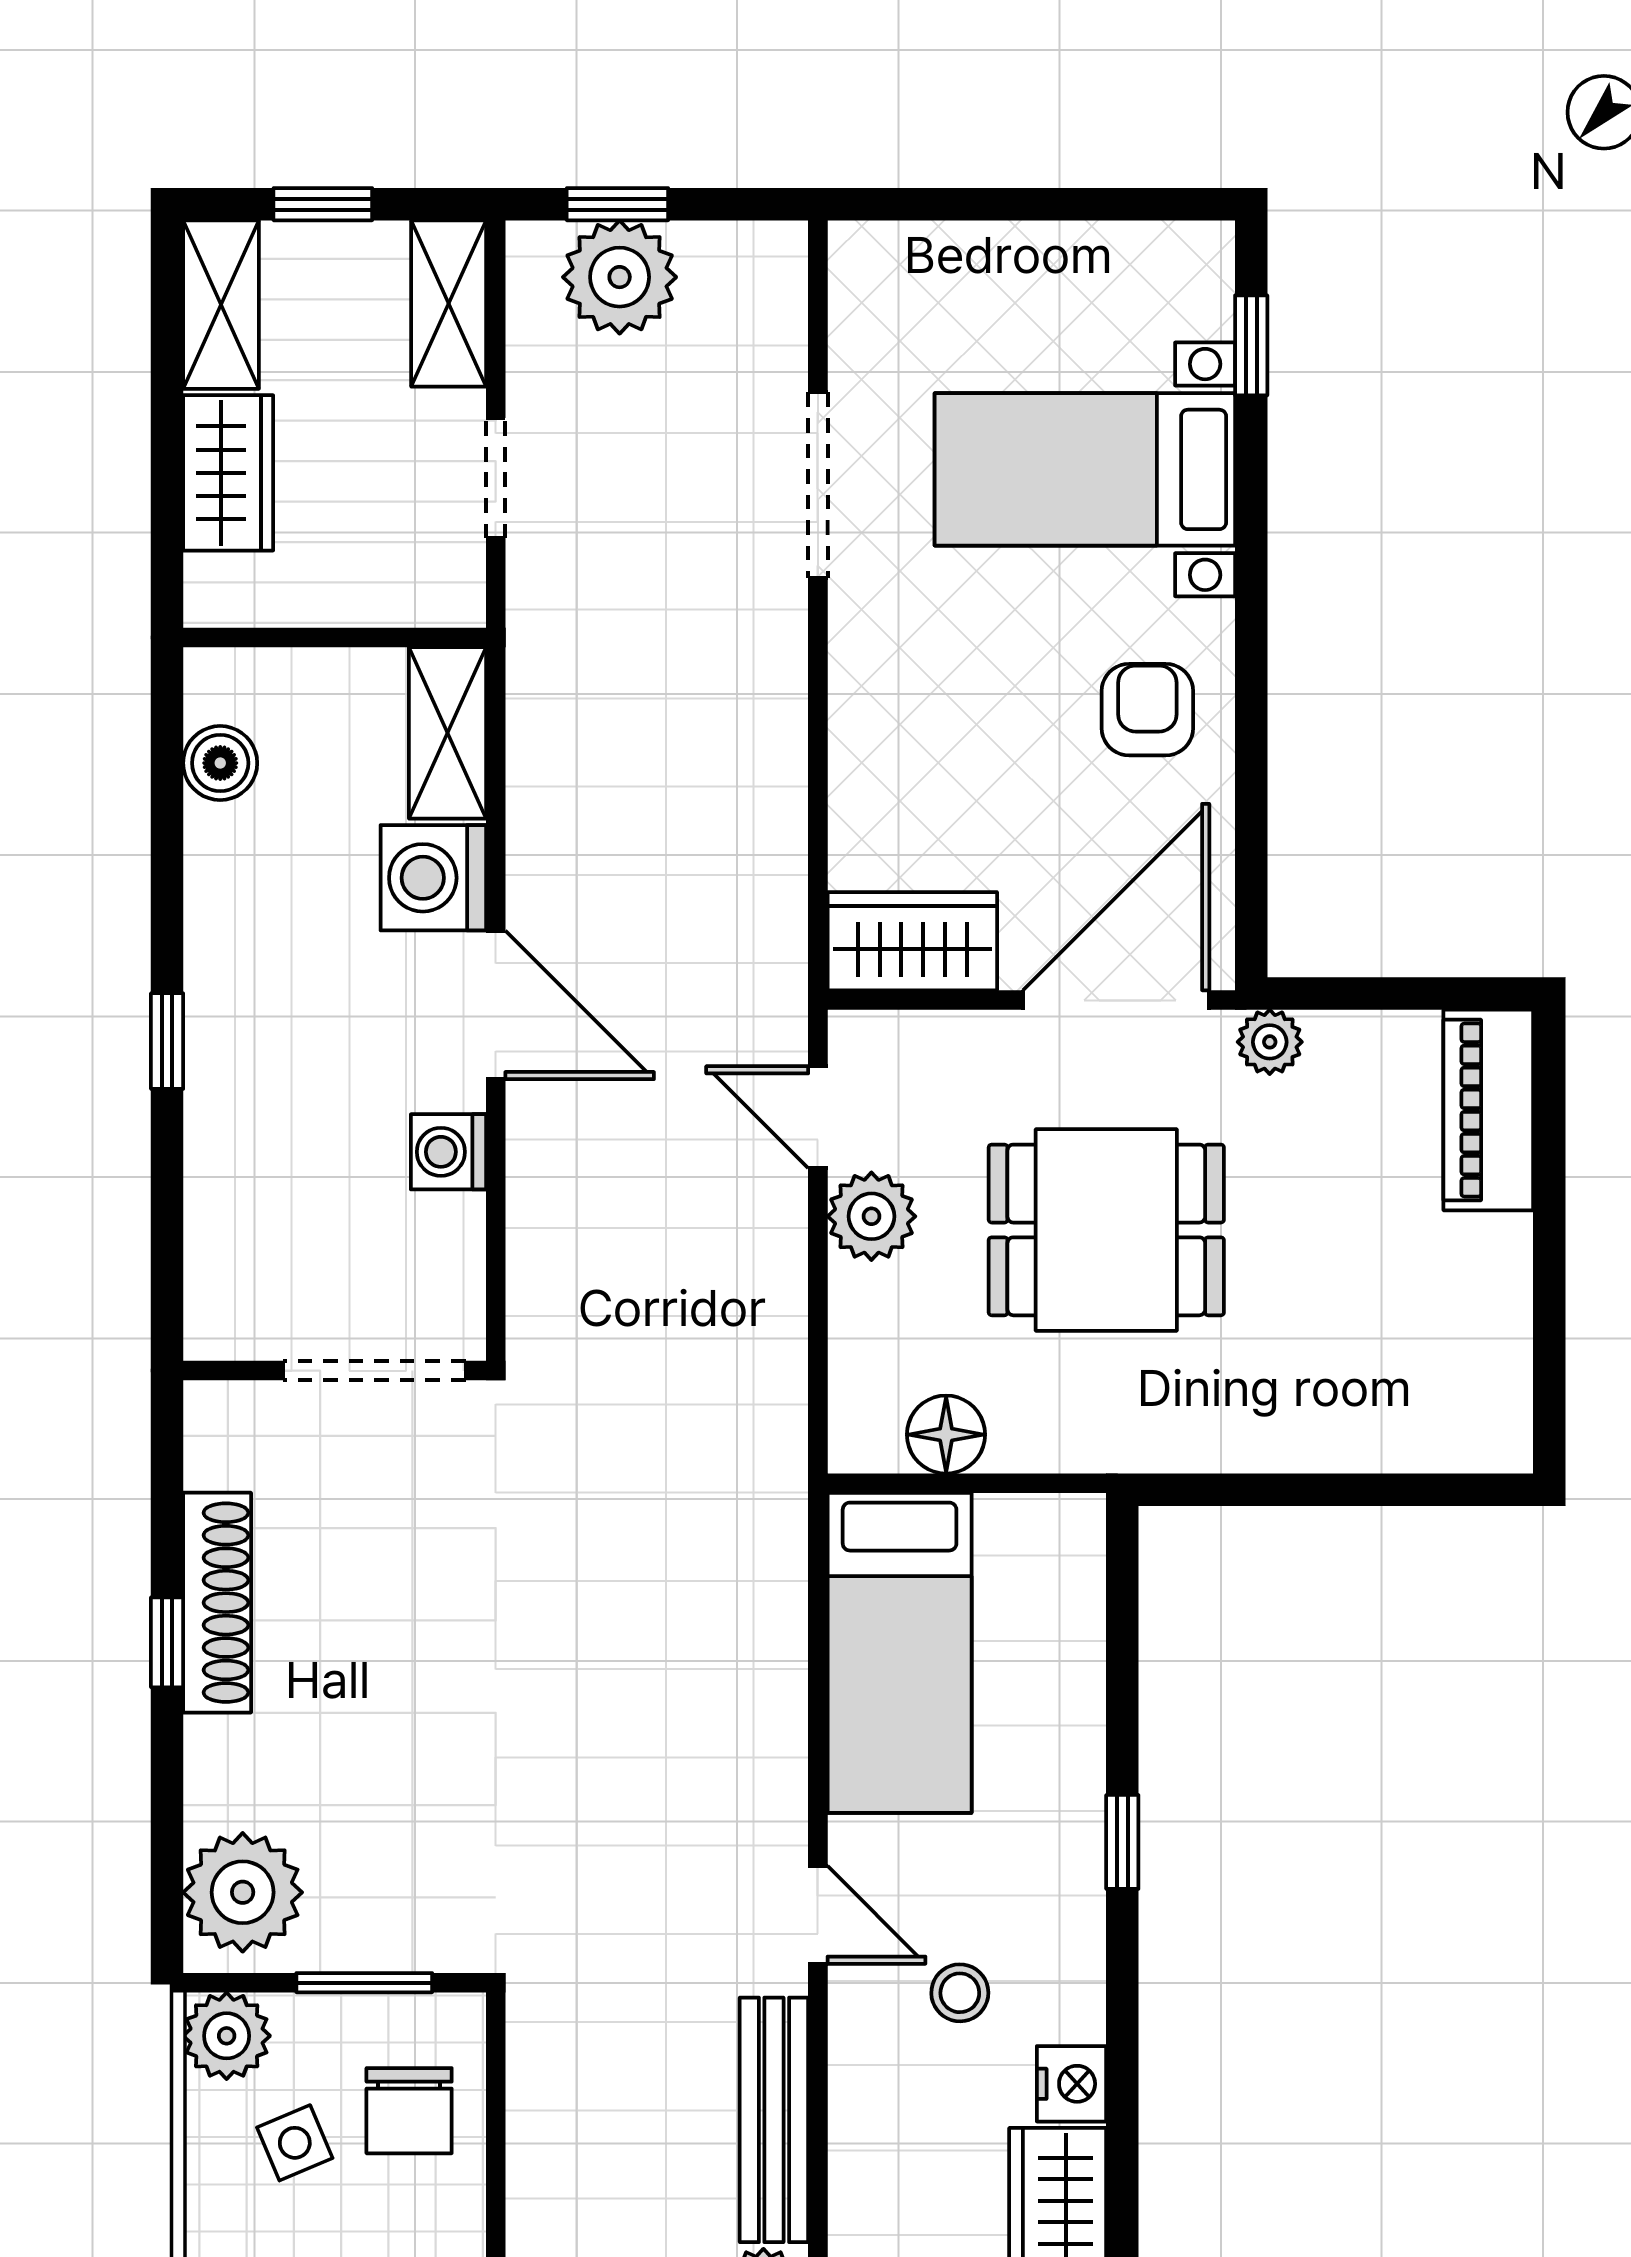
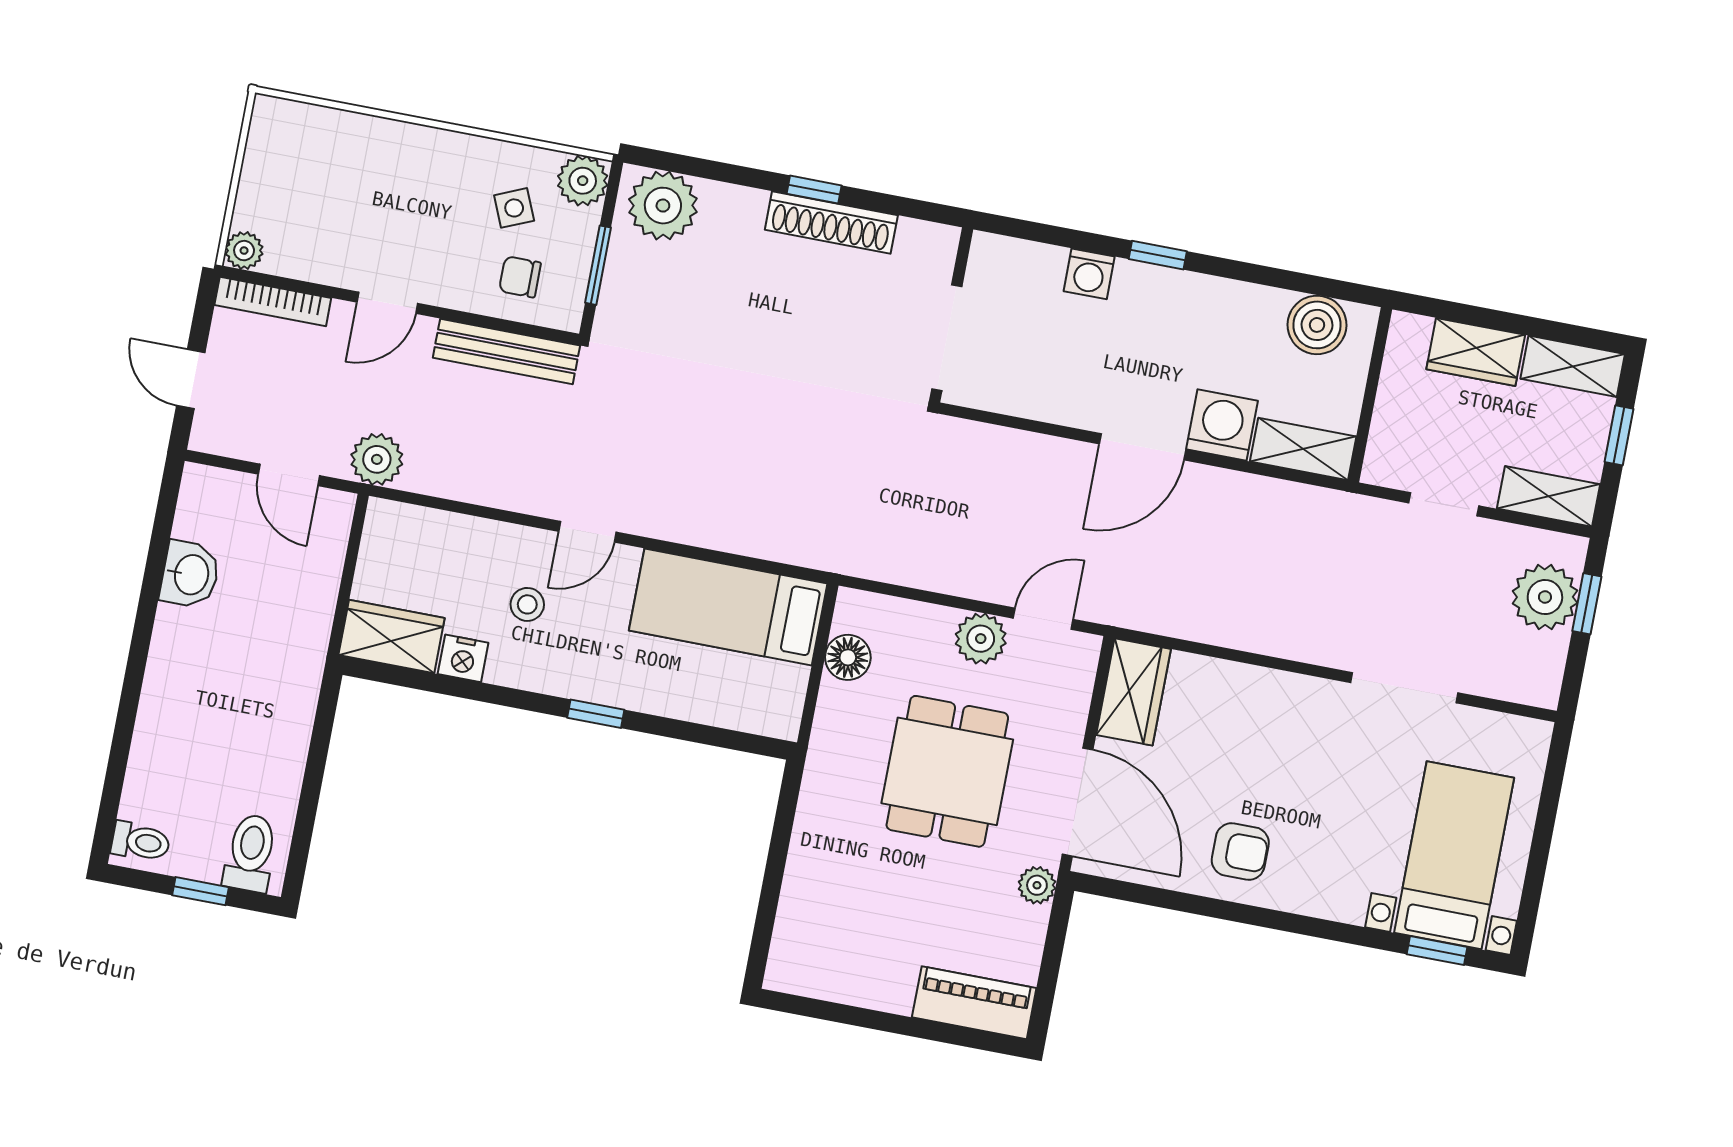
bed with nightstands: (1085, 469) -> (1454, 855), moved
boiler: (220, 763) -> (1317, 325), width x1.36, depth x1.36
washing machine: (448, 1152) -> (1089, 274), moved, turned 180
chair: (409, 2111) -> (520, 277), width x0.73, depth x0.73
bench: (774, 2120) -> (506, 352), moved

